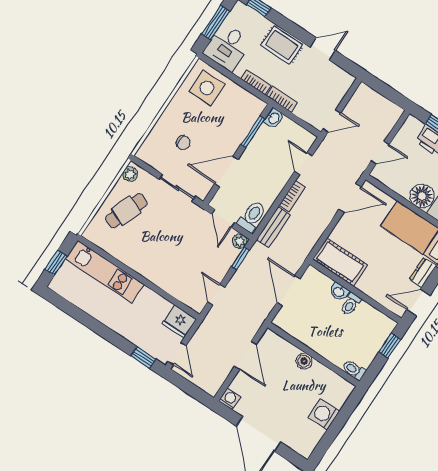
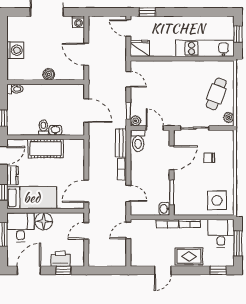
cot: (340, 262) -> (46, 149), moved

